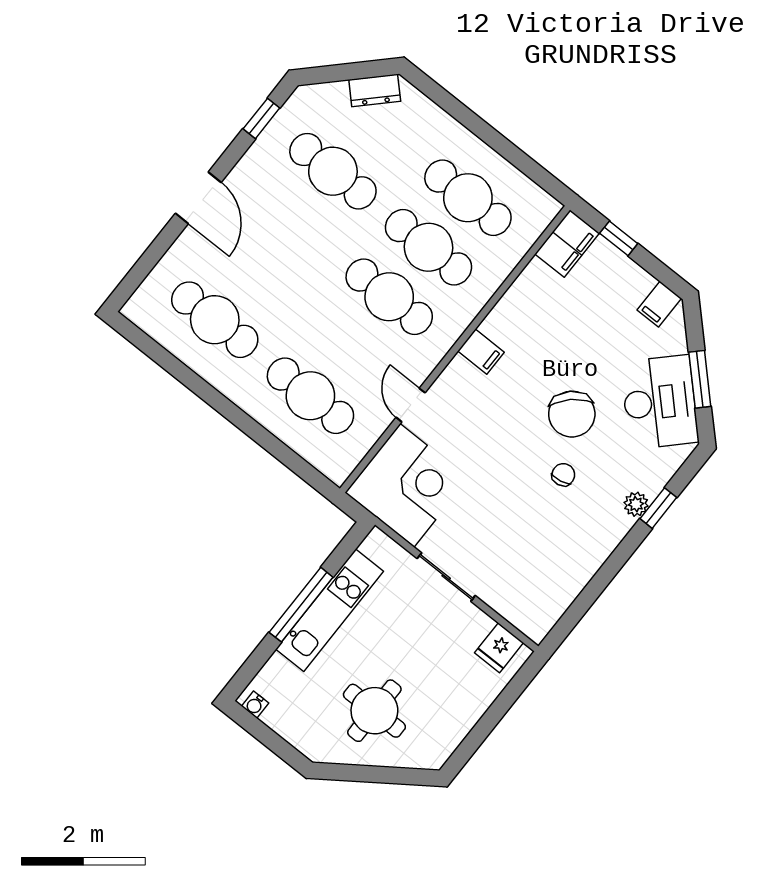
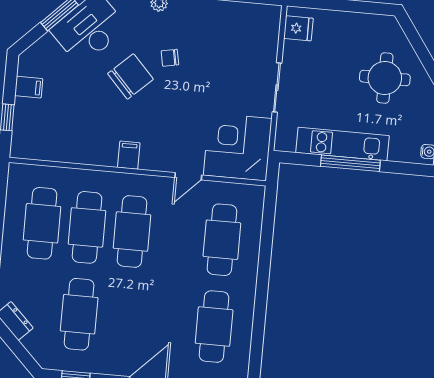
filing cabinet: (567, 244) -> (30, 146), removed
filing cabinet: (659, 304) -> (29, 87), moved

